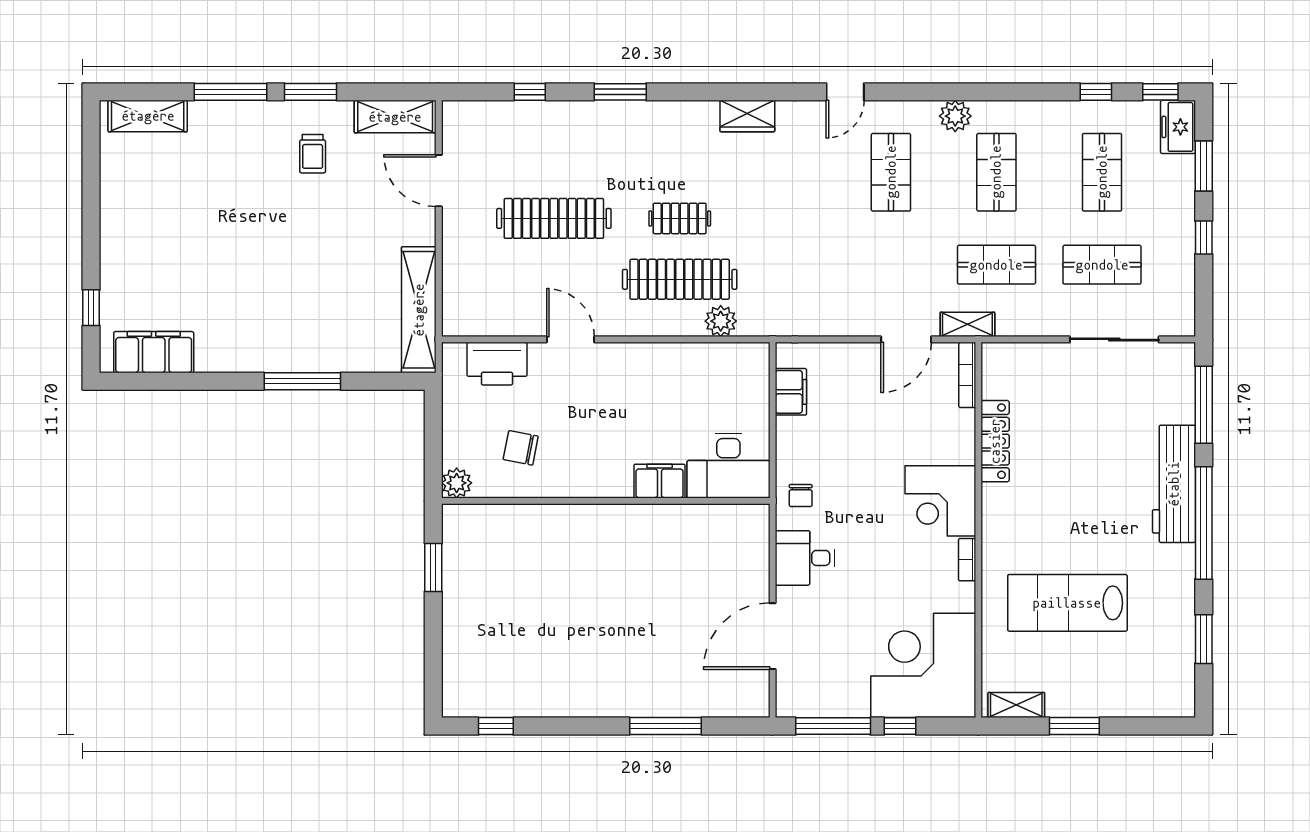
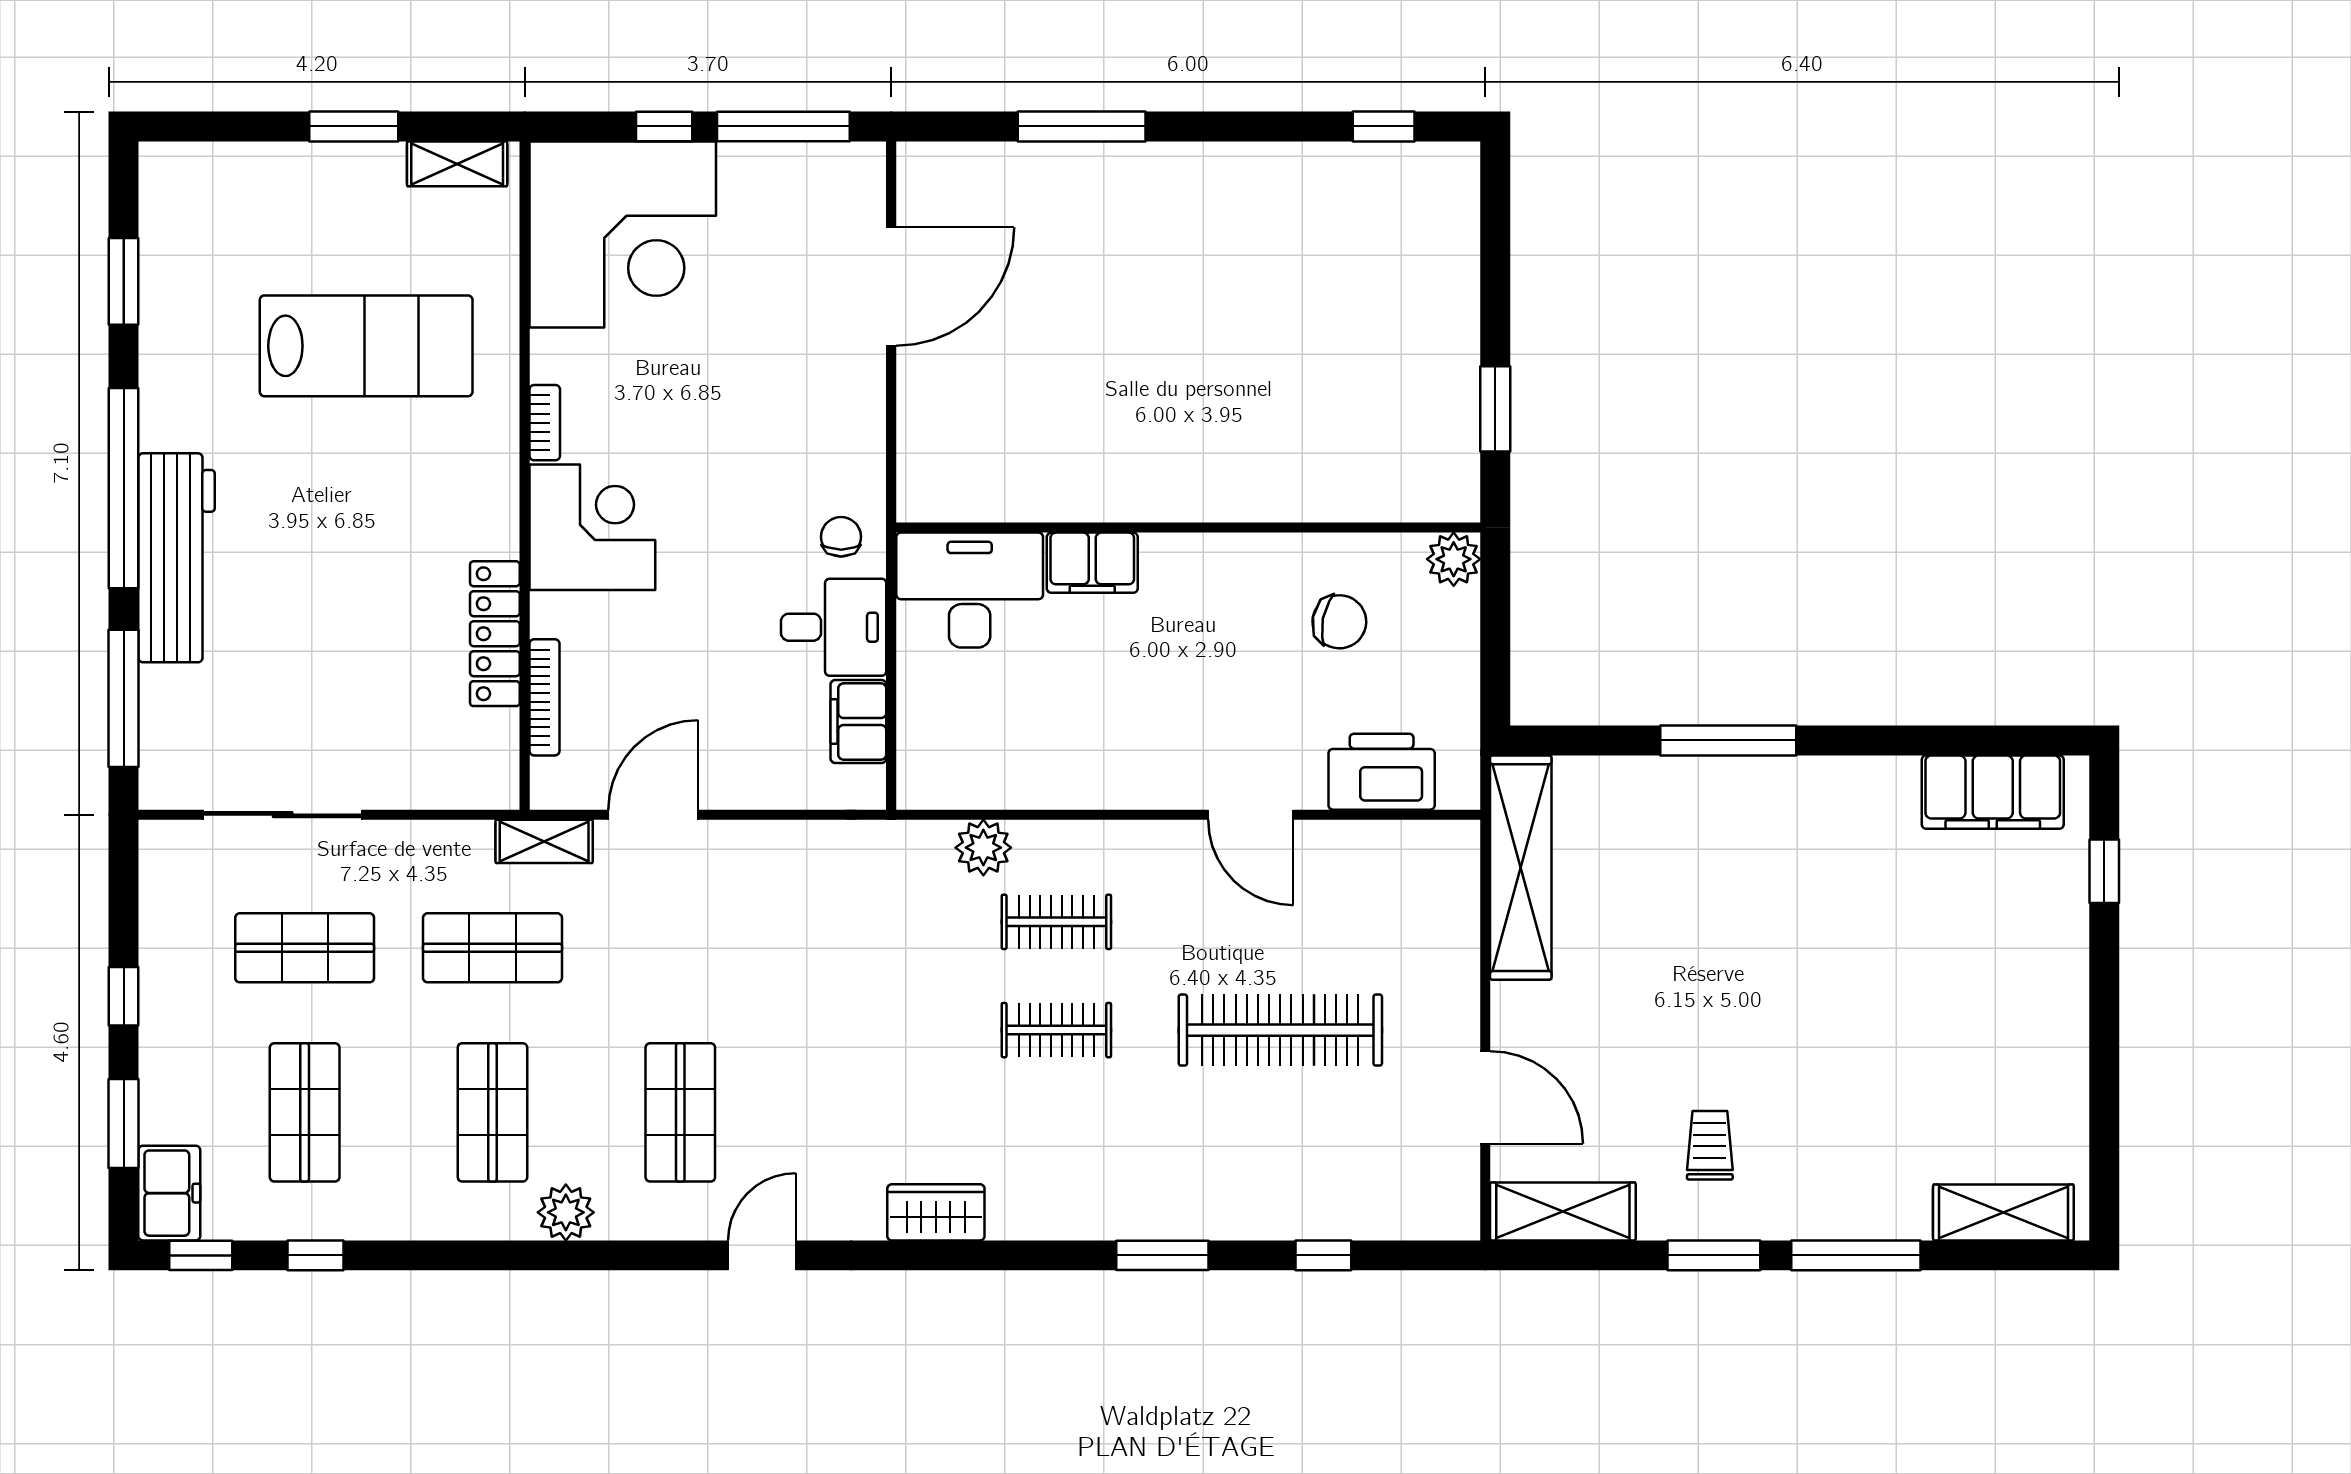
clothes rail: (680, 279) -> (1056, 922), width x0.54, depth x0.76
bookcase: (967, 375) -> (545, 697), moved
desk: (805, 558) -> (834, 627), moved

